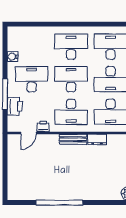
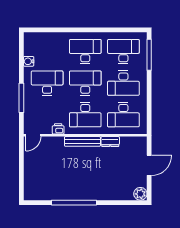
printer: (15, 106) -> (31, 109), removed
door: (28, 133) -> (33, 135), moved
bench: (73, 139) -> (82, 141), width x1.36

